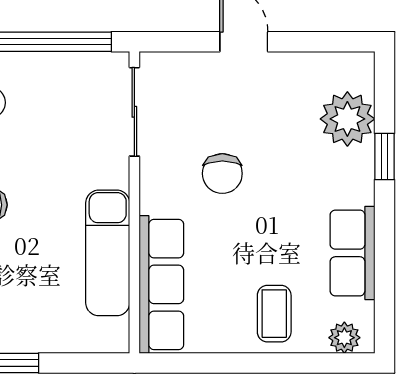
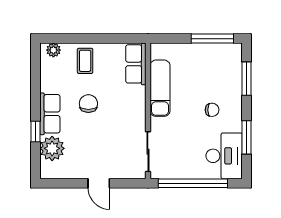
chair: (222, 174) -> (88, 104), moved
row of seats: (352, 253) -> (50, 114), moved
row of seats: (161, 284) -> (136, 64), width x0.68

